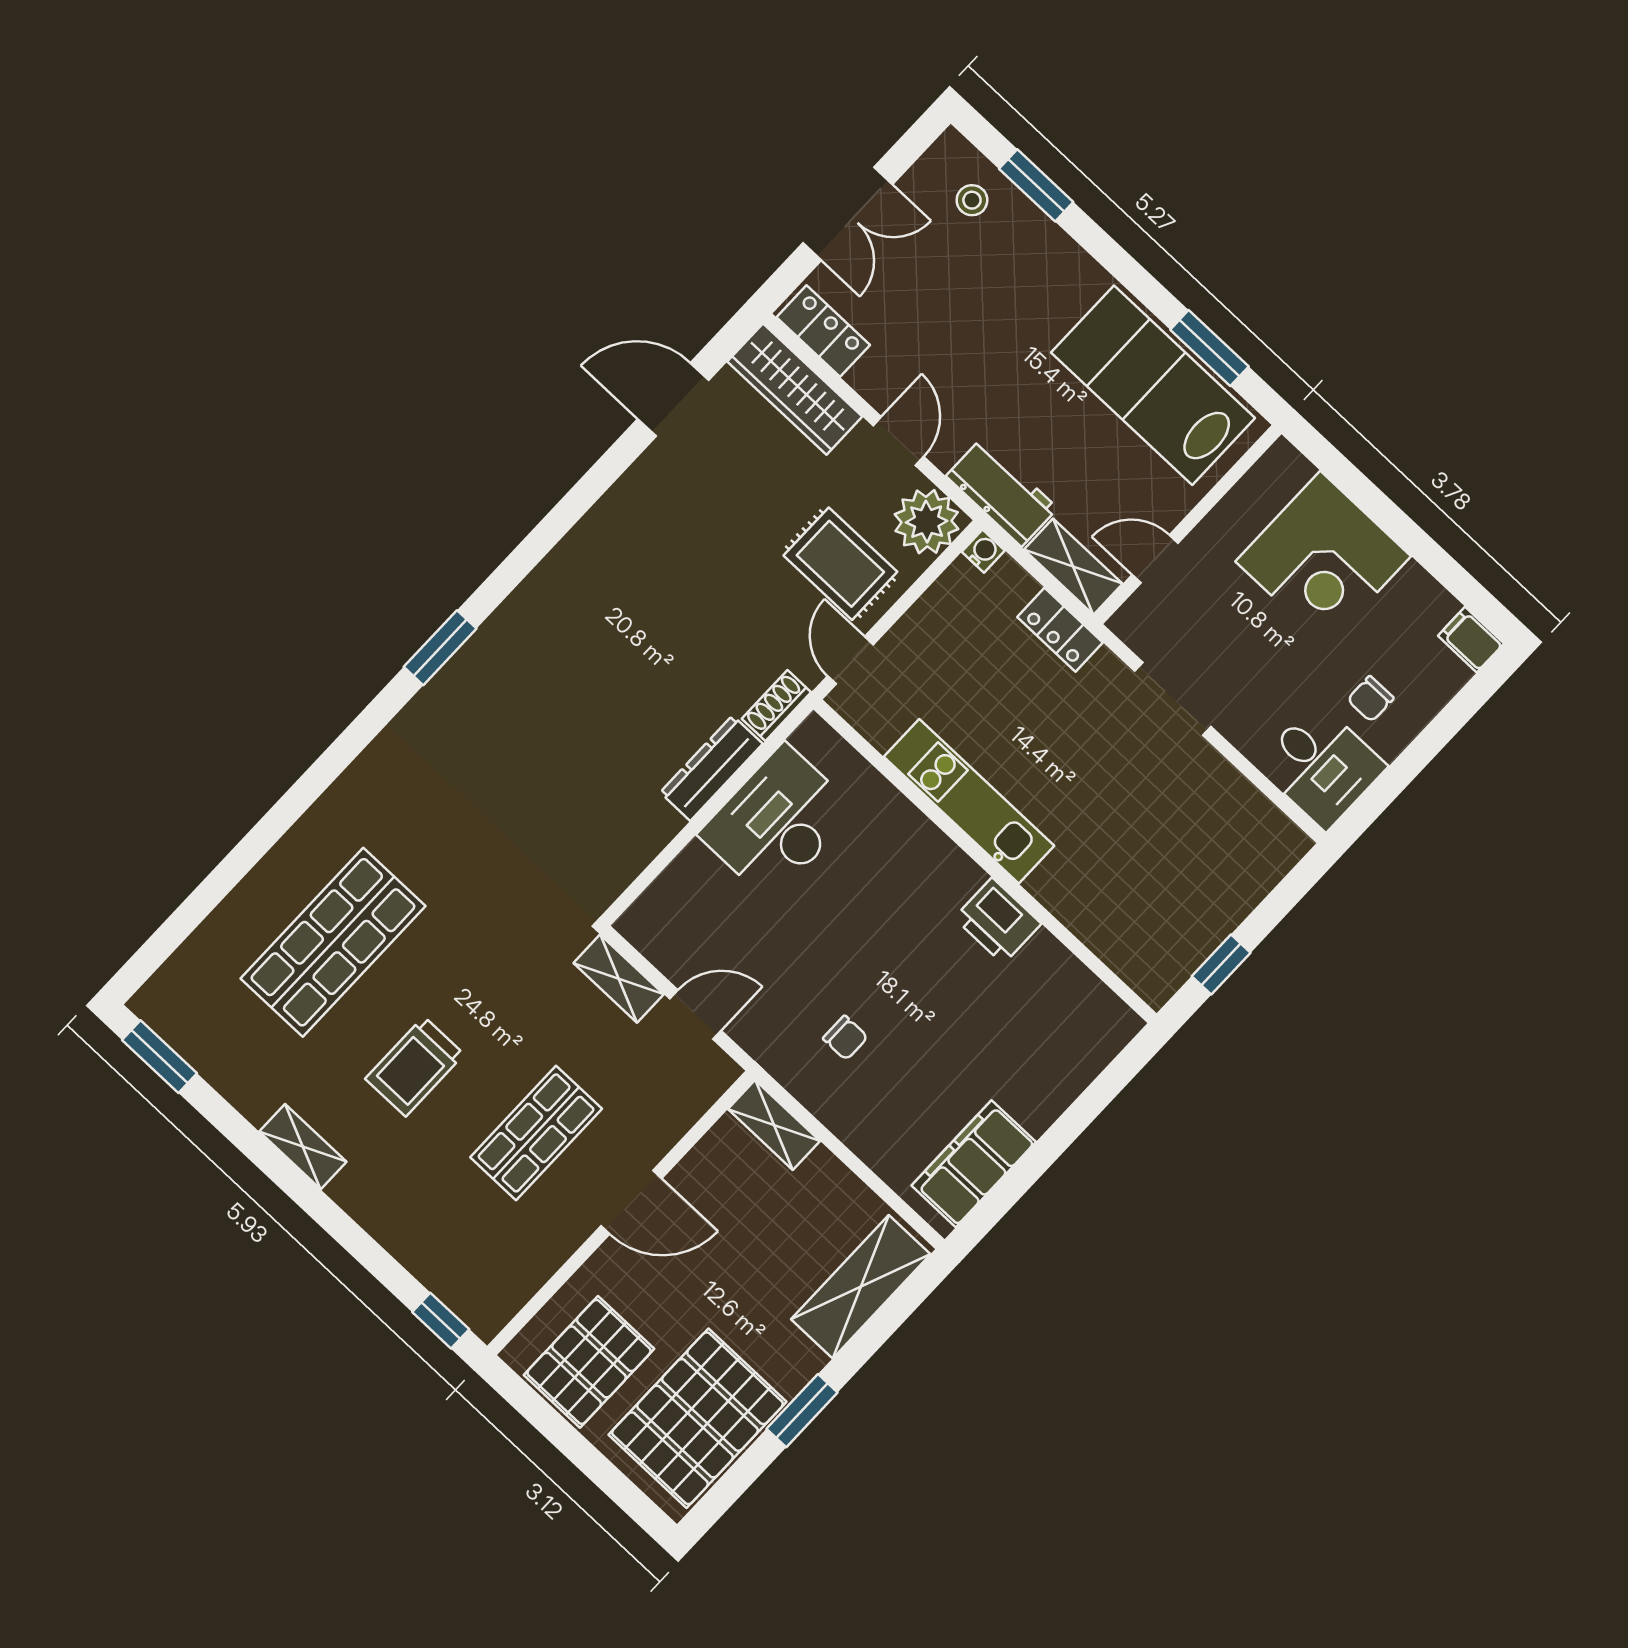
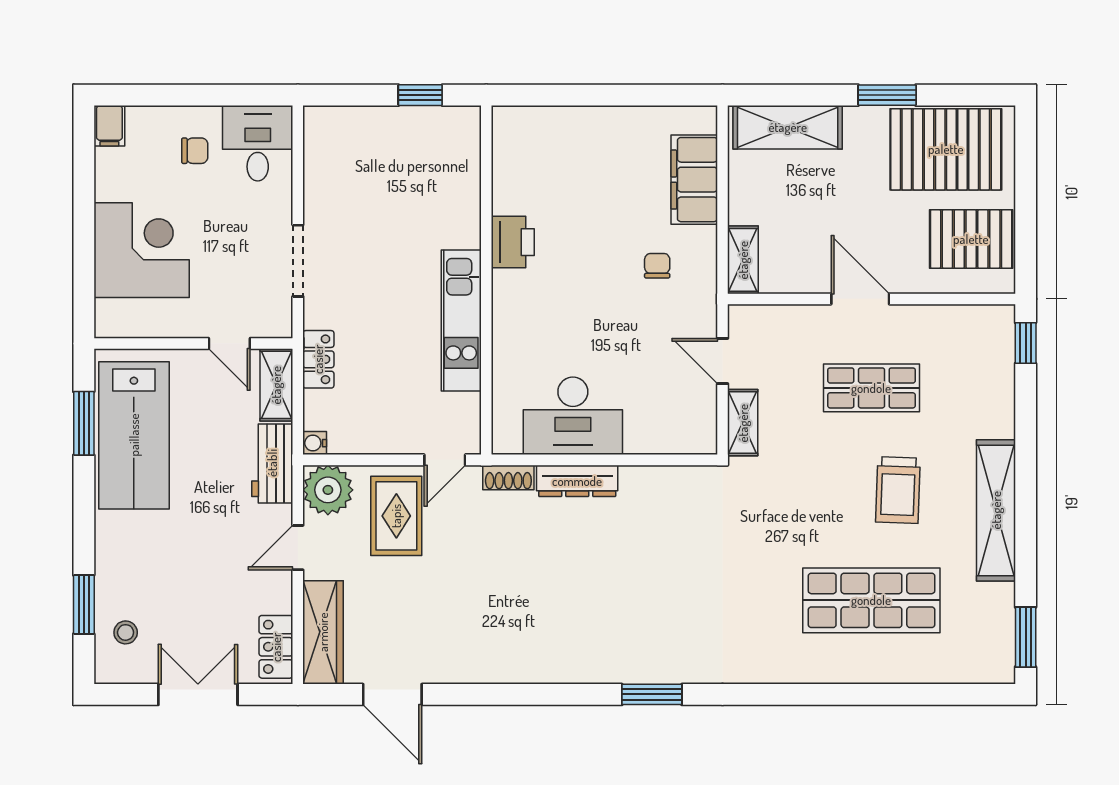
trolley: (415, 1067) -> (898, 490), turned 92
shelving: (303, 1147) -> (996, 510), width x2.20, depth x1.33
filing cabinet: (974, 1164) -> (694, 180), moved, turned 90

